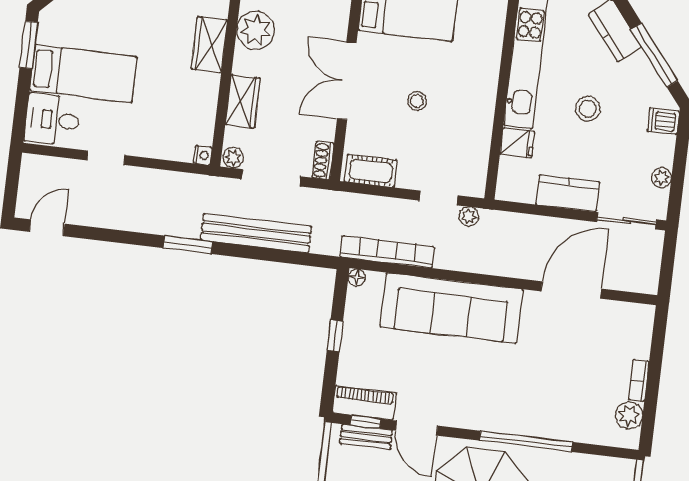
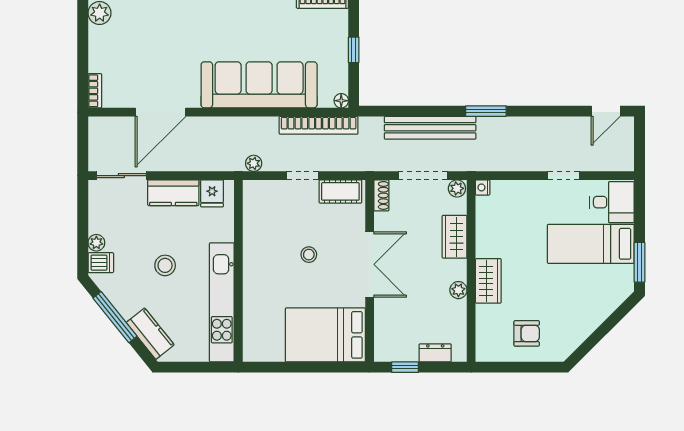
plant: (256, 30) -> (458, 290), width x0.53, depth x0.53
fridge: (517, 143) -> (212, 193), moved, turned -90
plant: (662, 178) -> (96, 243), moved
doorway: (439, 198) -> (303, 176), moved
bookcase: (639, 380) -> (95, 91), moved

